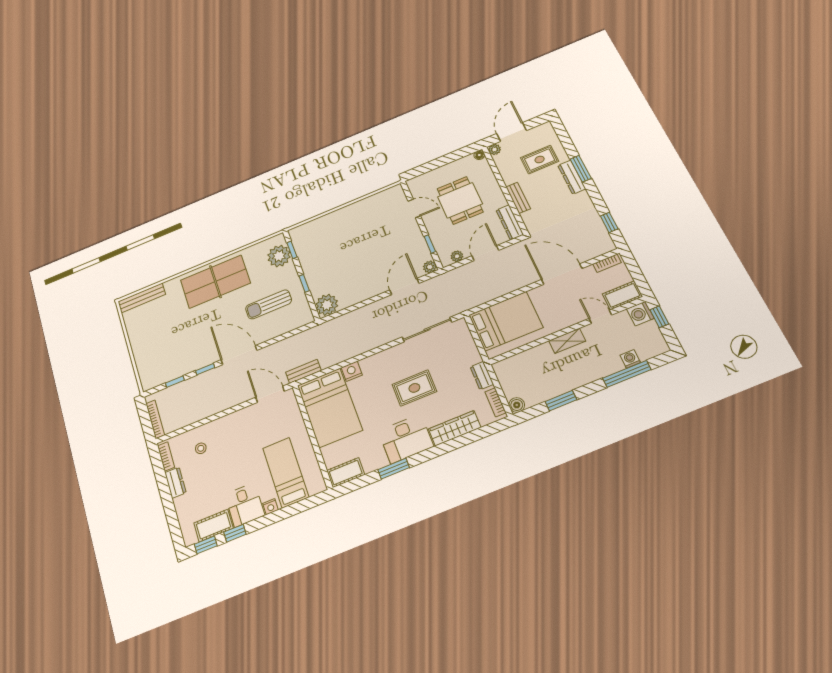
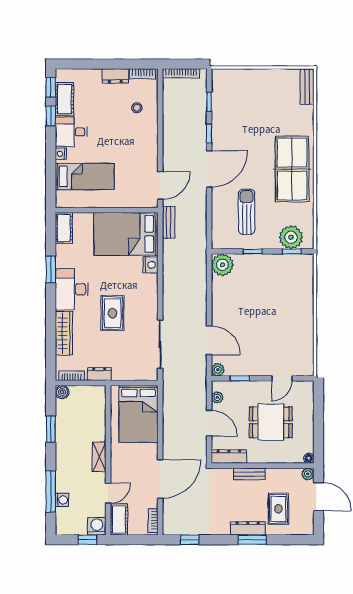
bench: (142, 298) -> (307, 86), width x0.73

